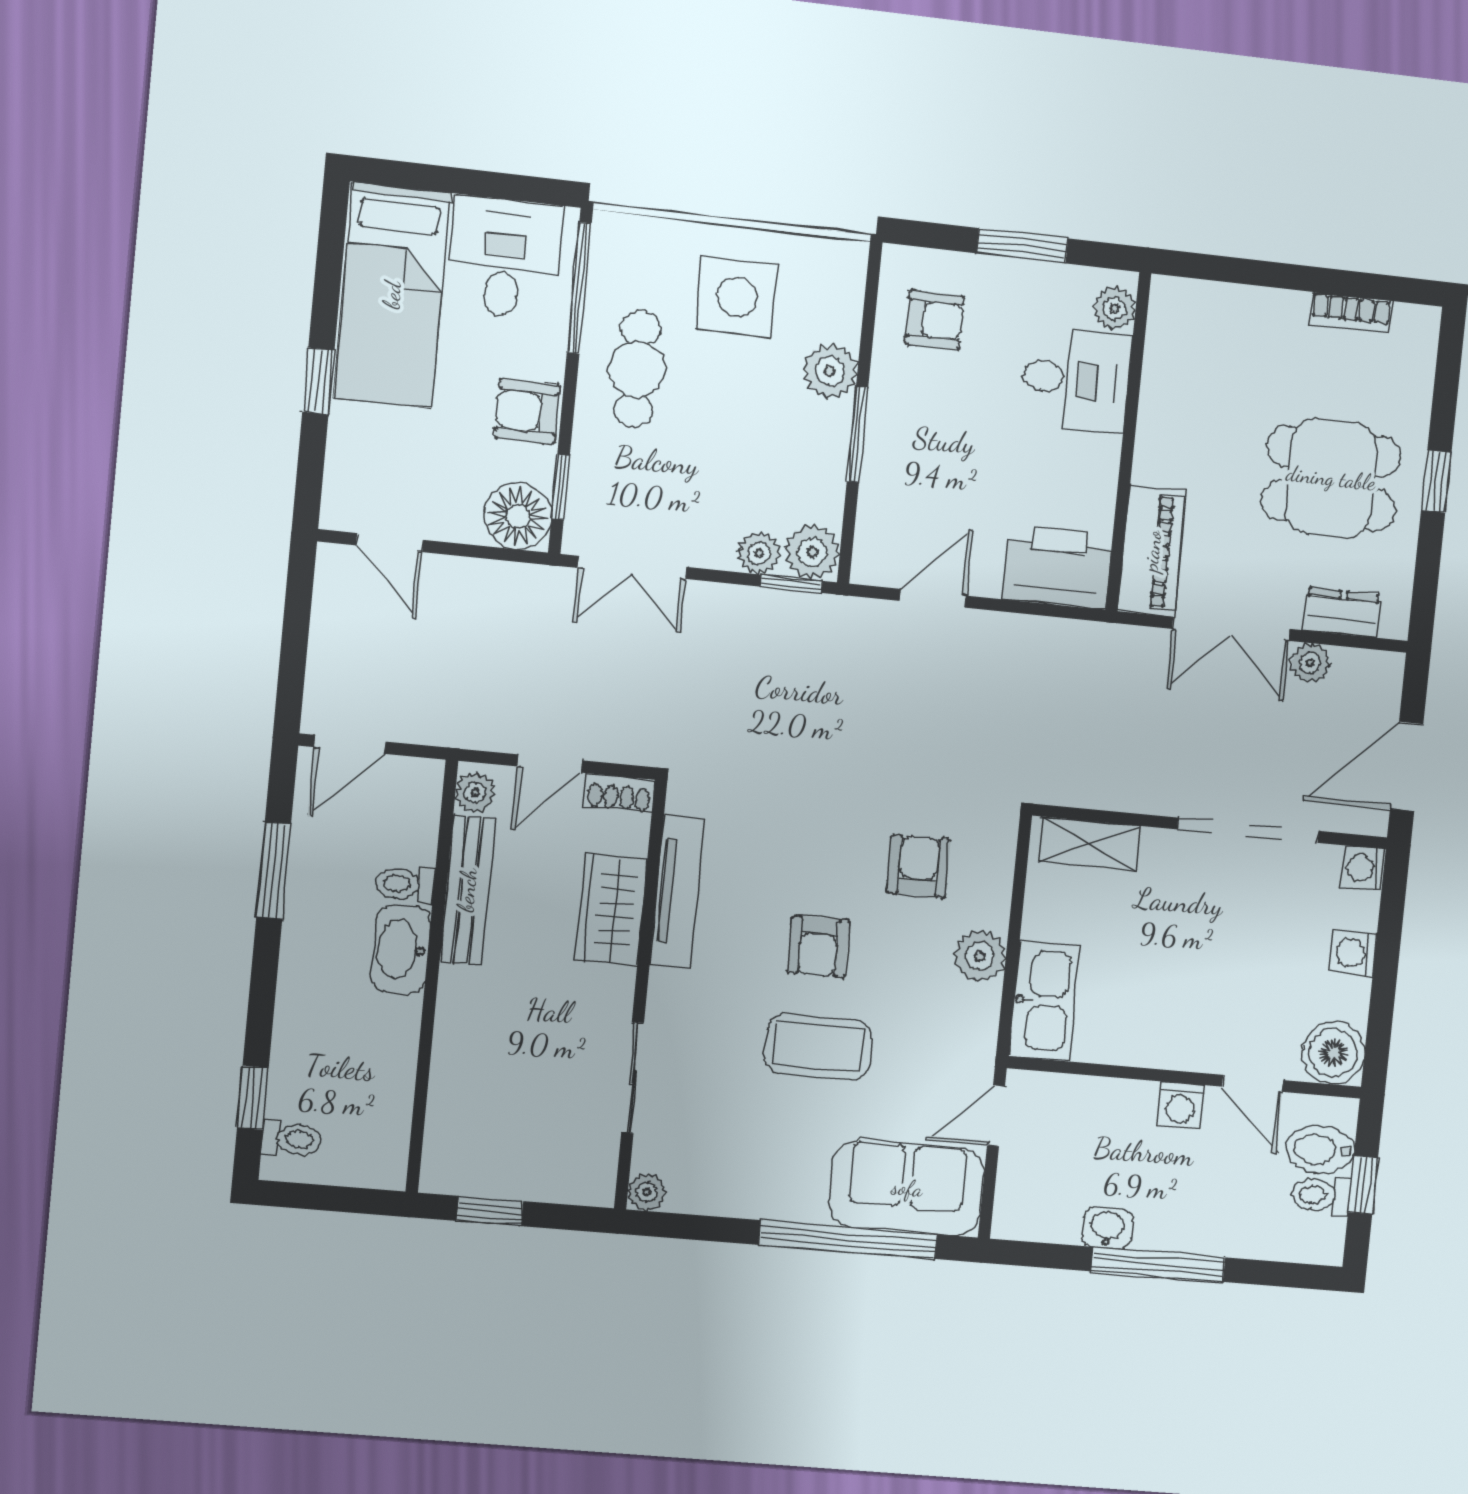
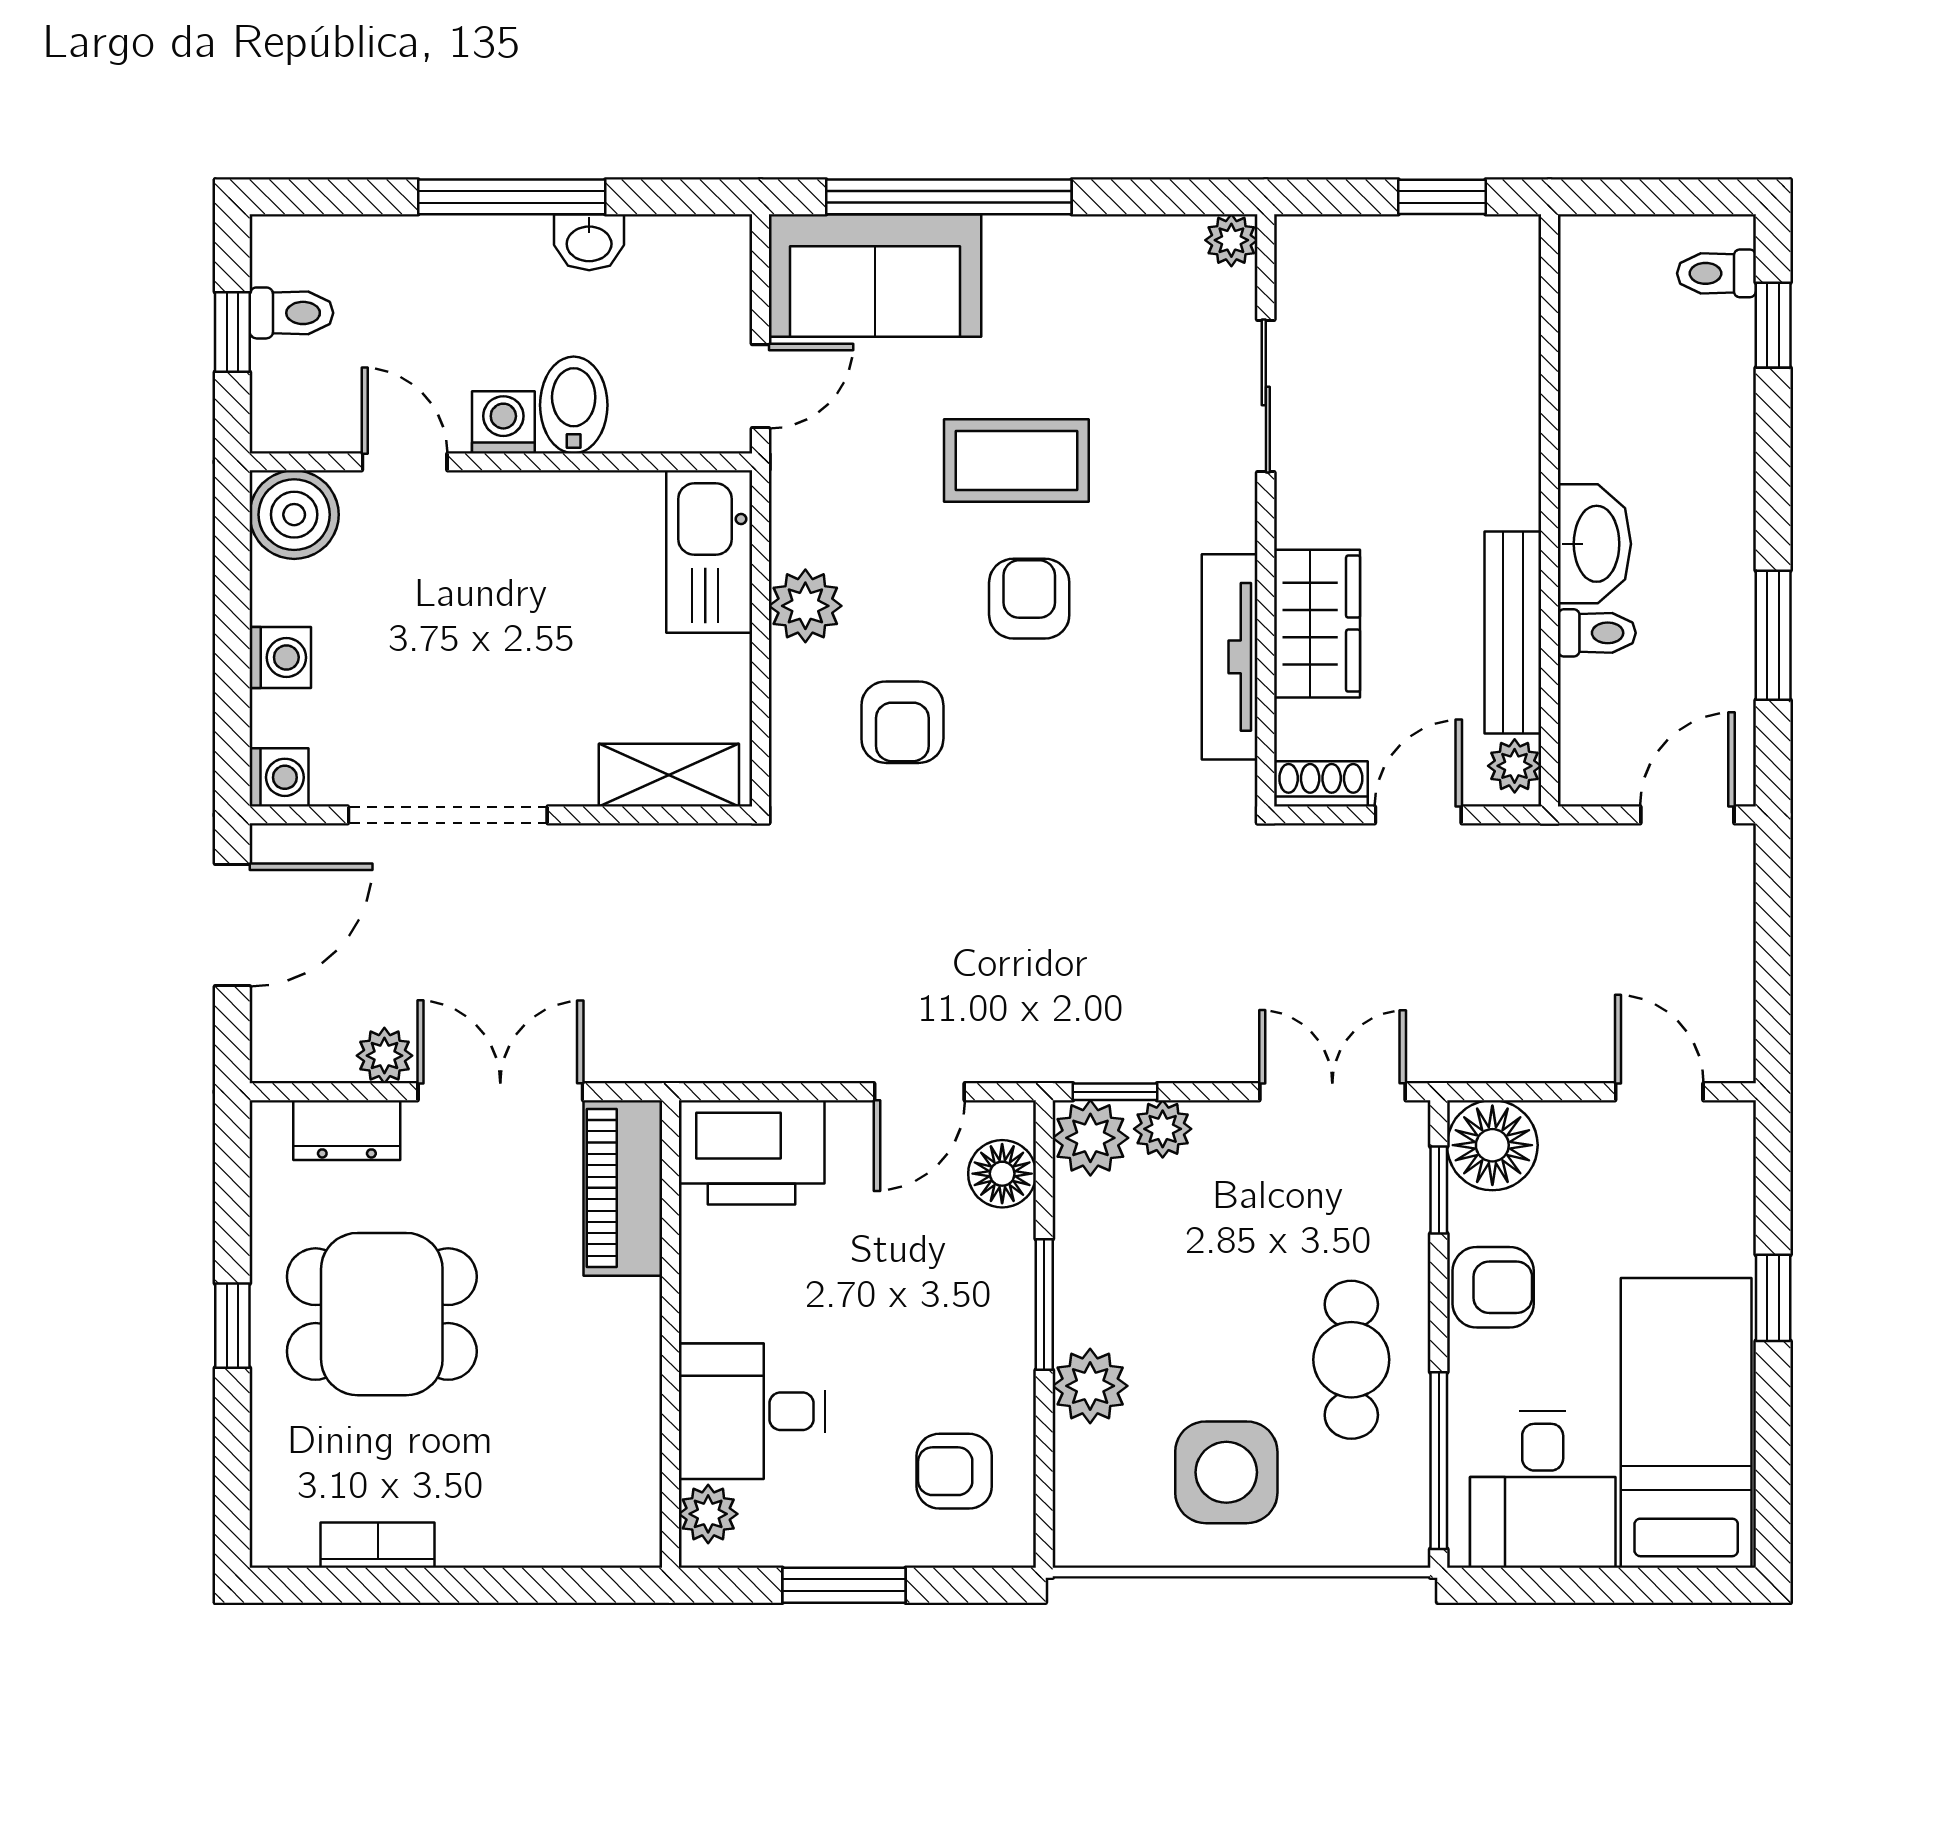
floor lamp: (879, 533) -> (1002, 1174), added
bidet: (1321, 1149) -> (574, 405), moved, turned -90

